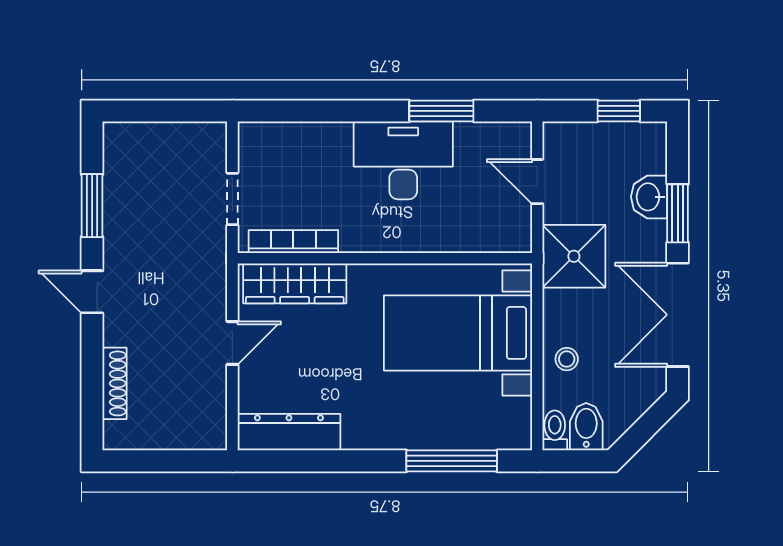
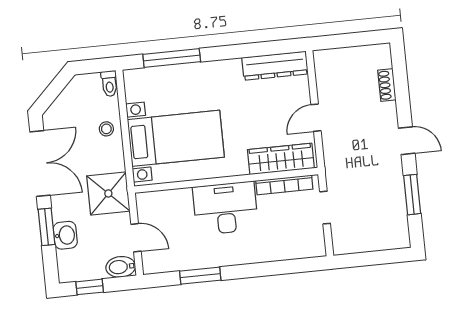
desk: (403, 160) -> (225, 208), moved, turned 180
shoe rack: (115, 383) -> (387, 85), width x0.70
bidet: (586, 427) -> (121, 267), moved, turned 90

